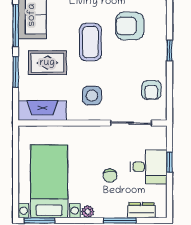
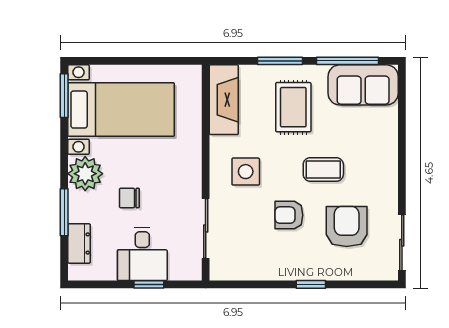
coffee table: (90, 42) -> (323, 169), width x0.73, depth x0.77
armchair: (151, 90) -> (289, 215), moved
plant: (88, 212) -> (85, 174), width x1.88, depth x1.88

